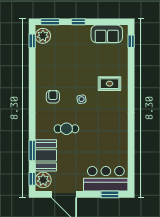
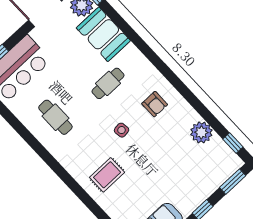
plant: (43, 36) -> (201, 132), moved
cafe table: (108, 136) -> (55, 117), added
window: (32, 151) -> (123, 25), removed

